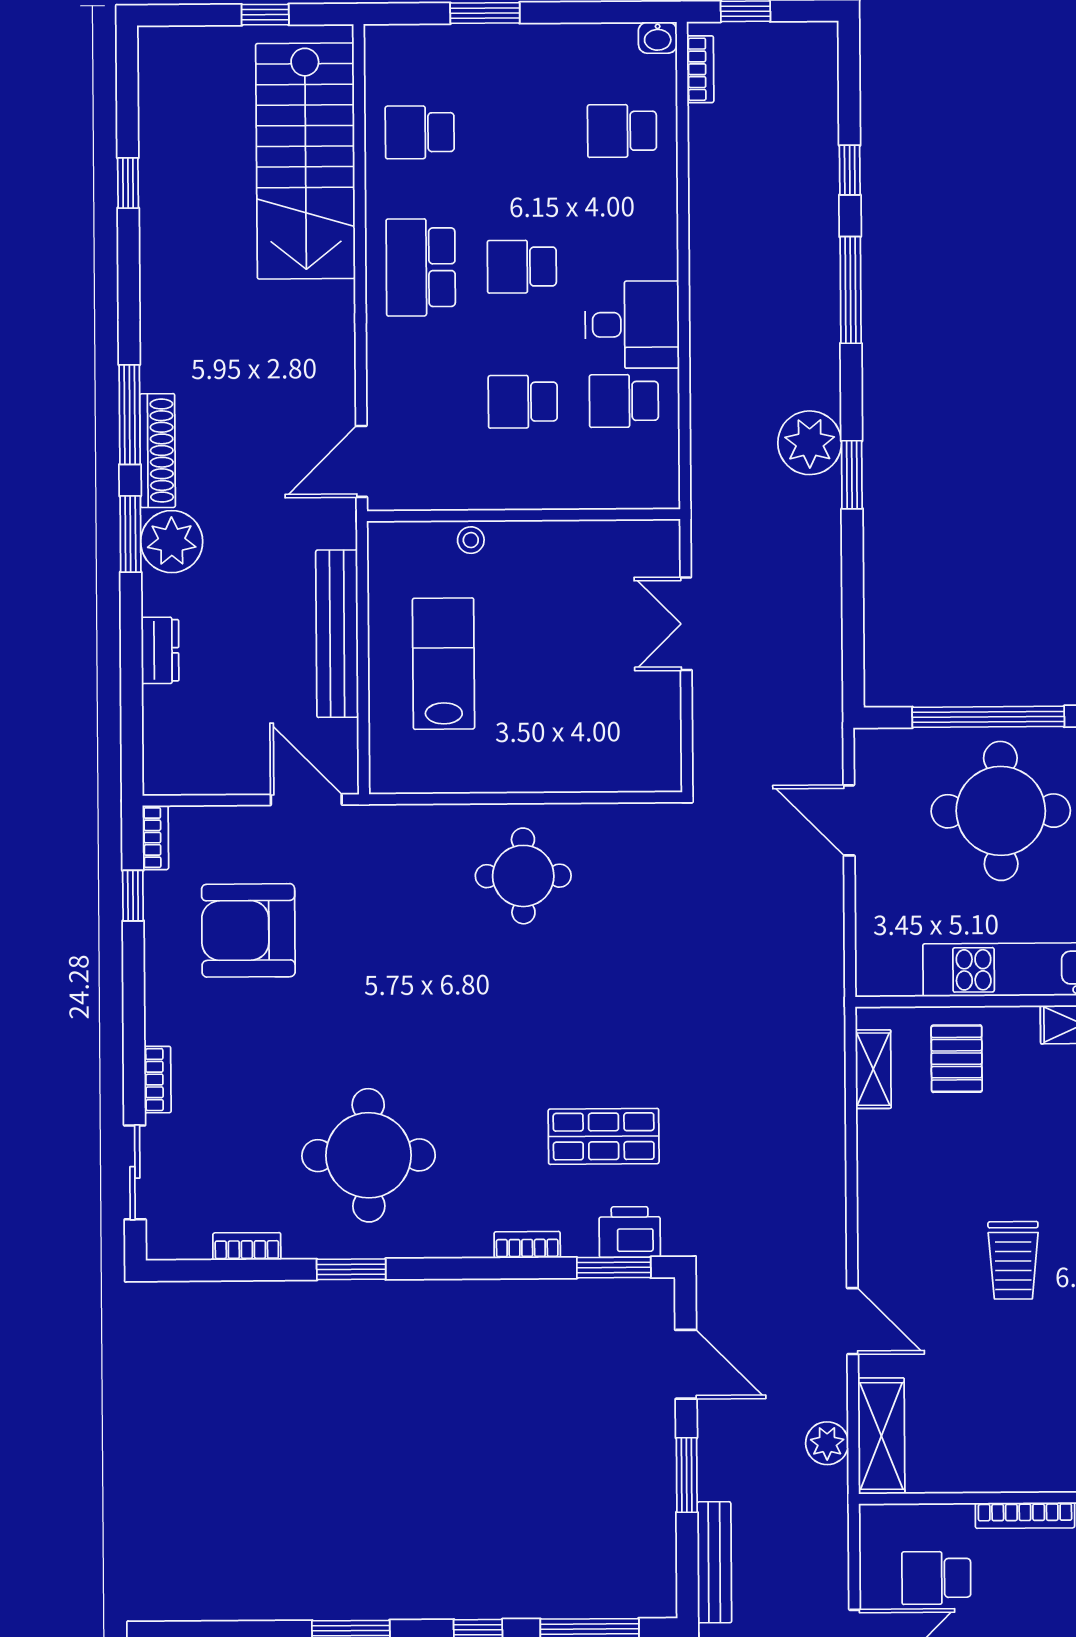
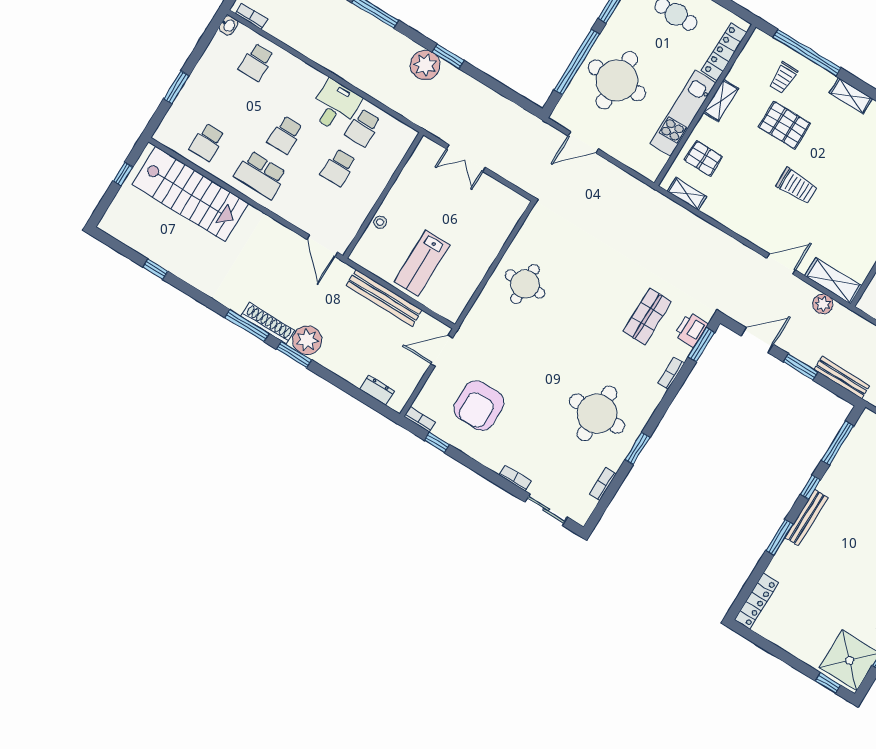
dresser: (160, 650) -> (377, 390), moved
lab bench: (443, 664) -> (422, 263), turned -90

